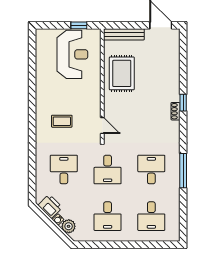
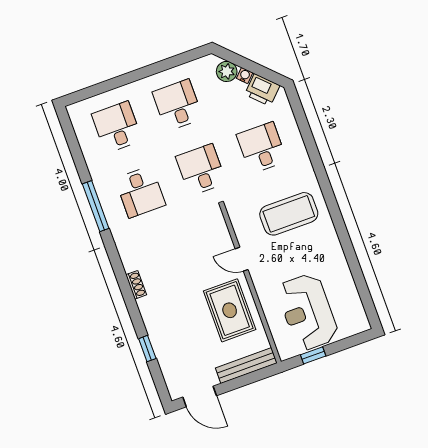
window: (183, 103) -> (147, 349), moved
coffee table: (62, 121) -> (289, 214), width x1.86, depth x1.72
door: (102, 126) -> (242, 259), moved
desk: (64, 170) -> (262, 148), turned 180

